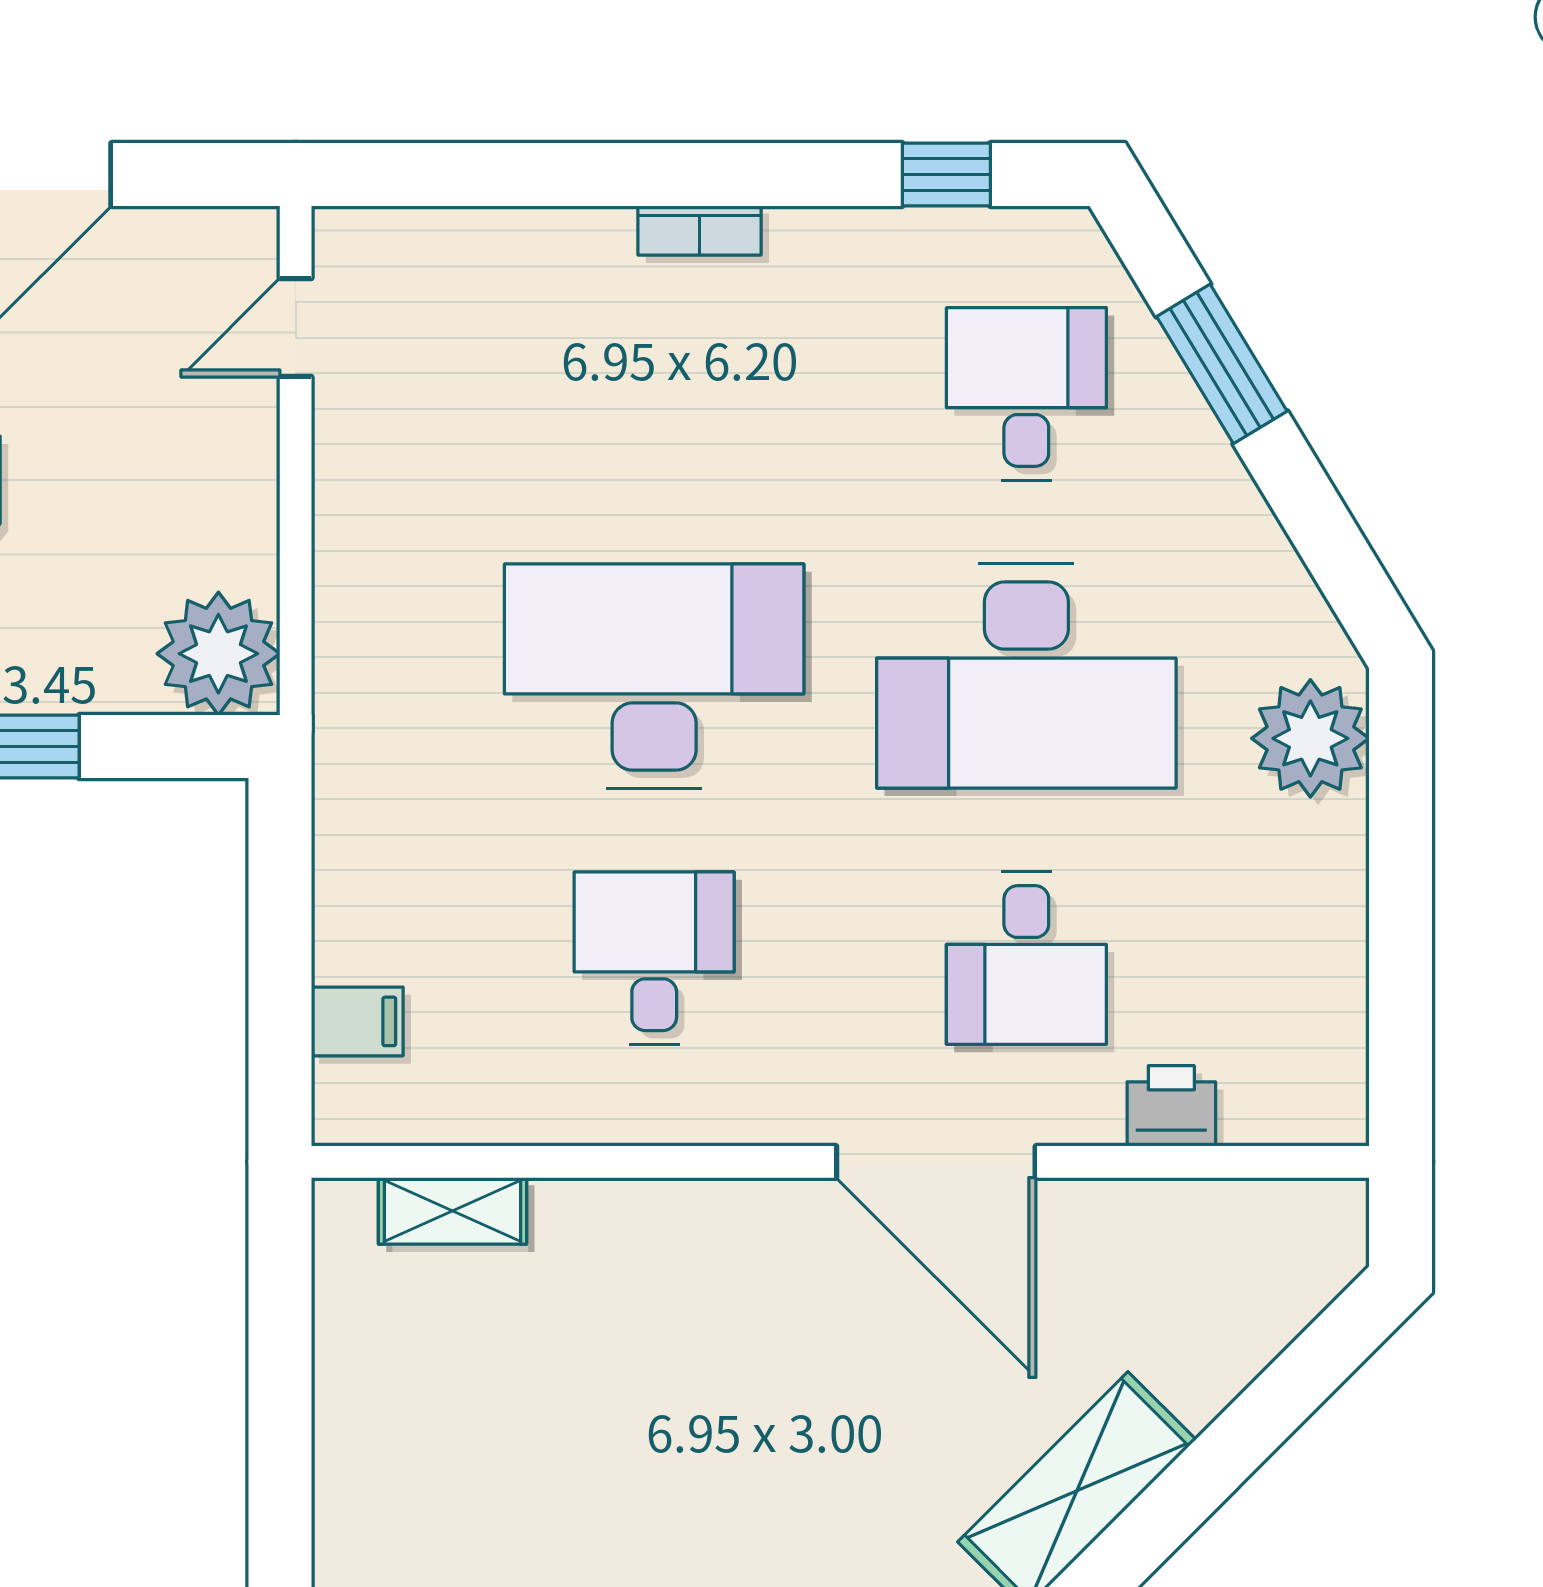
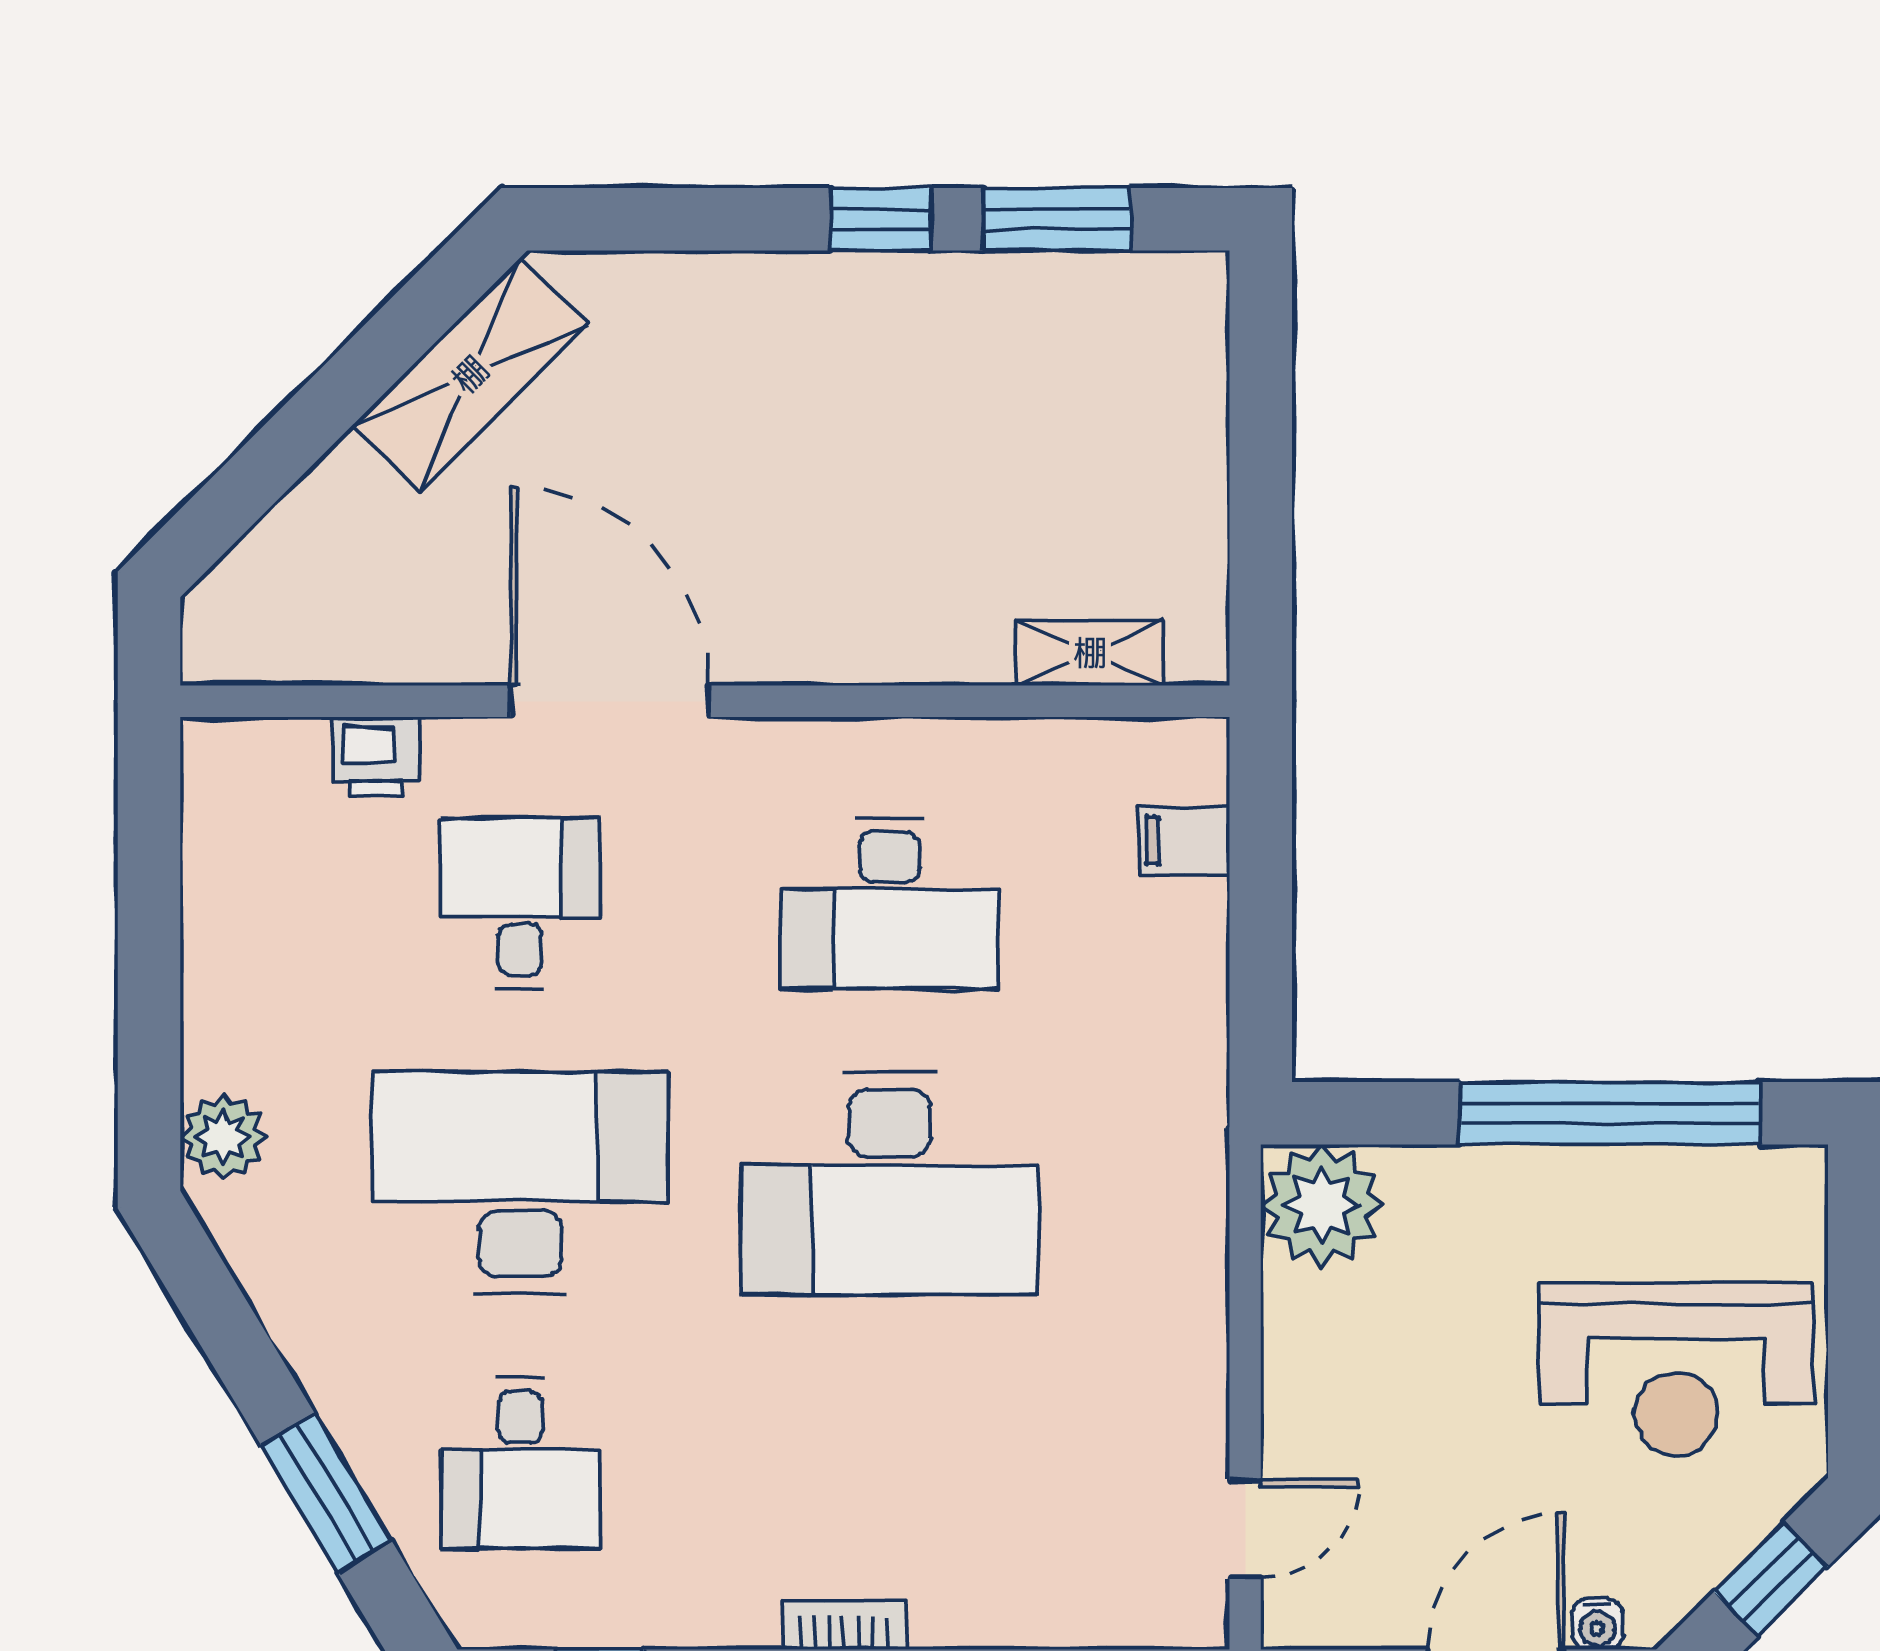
plant: (1310, 738) -> (223, 1137), width x0.73, depth x0.73
desk: (654, 958) -> (889, 903), width x1.37

